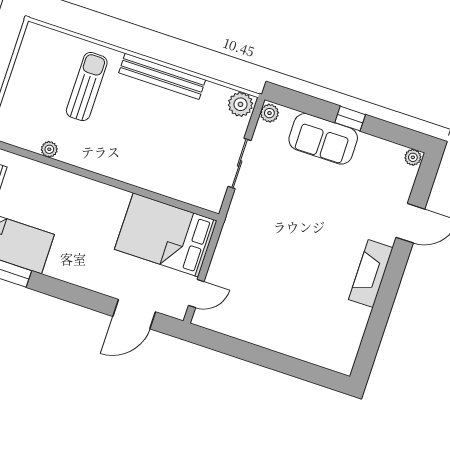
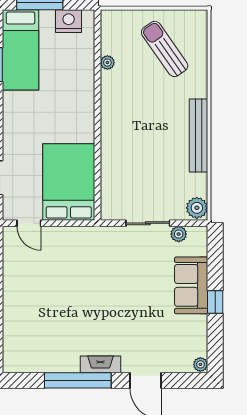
sun lounger: (87, 87) -> (165, 49), moved, turned -125
plant: (269, 113) -> (179, 234), moved
fireplace: (371, 274) -> (100, 364), width x0.73, depth x0.76
window: (386, 297) -> (78, 380), added

